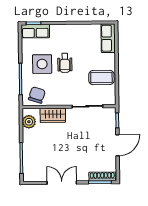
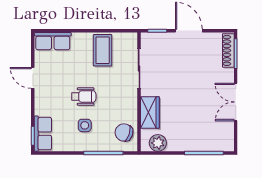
door: (79, 23) -> (33, 78), added
side table: (42, 64) -> (85, 125), width x0.54, depth x0.54

